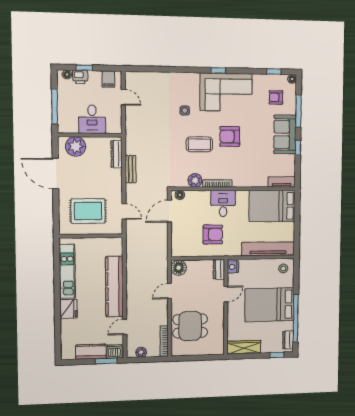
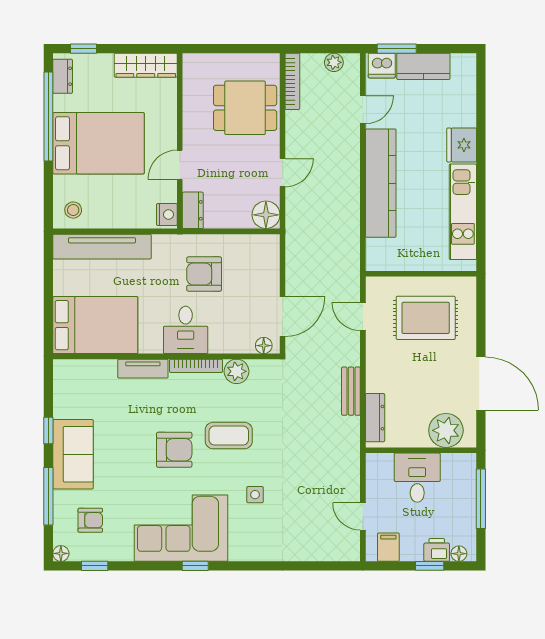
tv unit: (282, 182) -> (143, 369), moved

